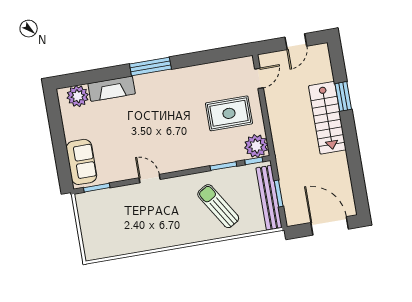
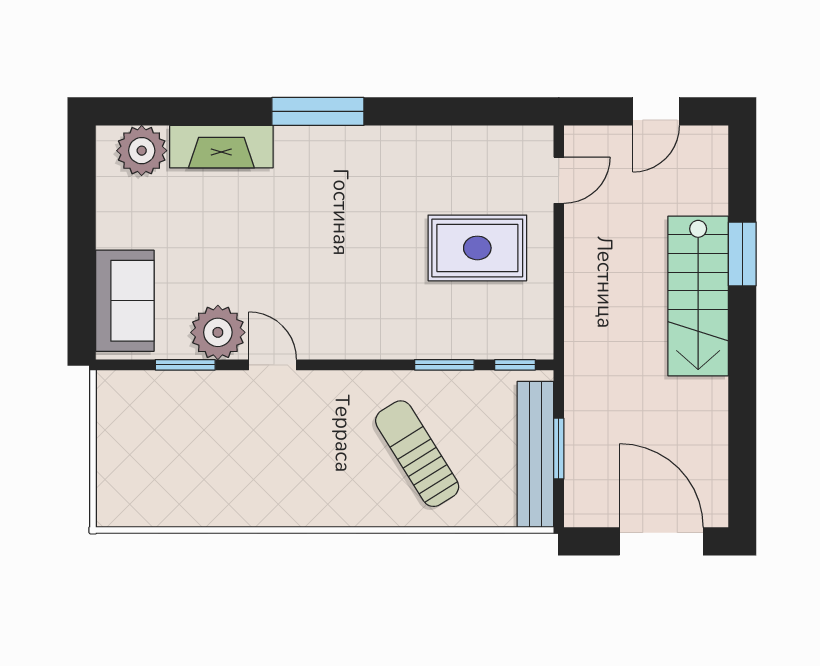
plant: (256, 146) -> (218, 332), moved
window: (97, 188) -> (185, 365), moved

